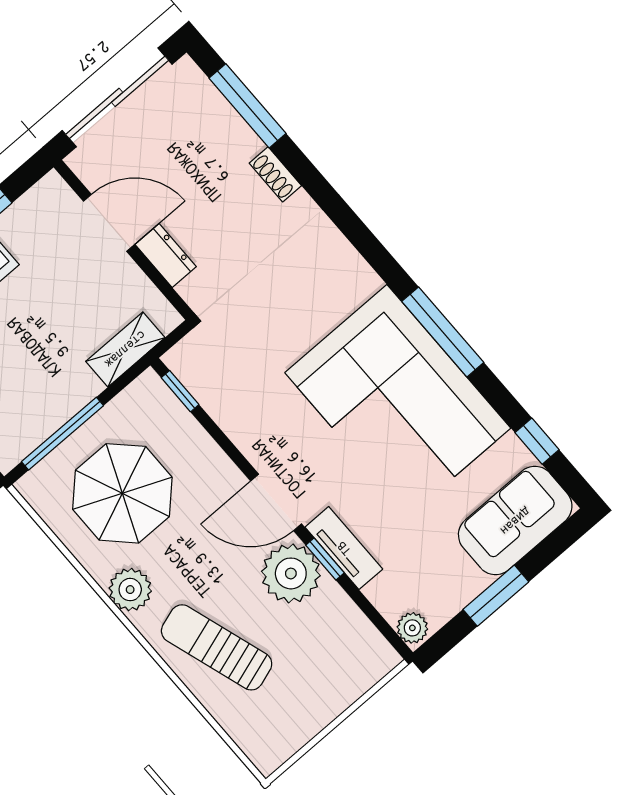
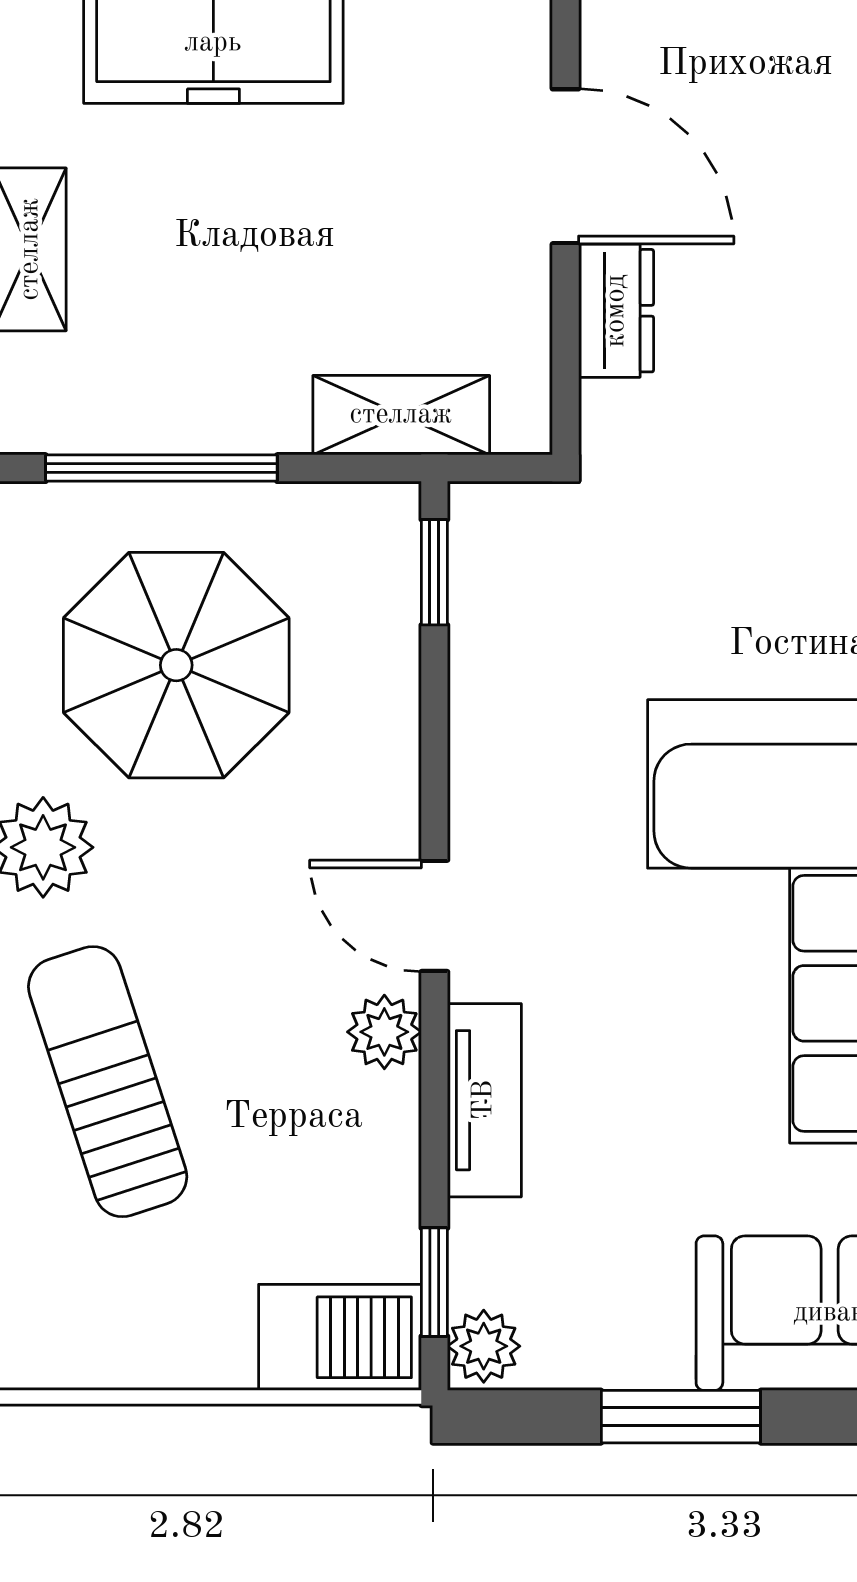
door: (276, 502) -> (434, 916), width x0.73
window: (325, 559) -> (434, 1282), moved
plant: (291, 573) -> (384, 1032), width x0.53, depth x0.53
barbecue: (363, 665) -> (340, 1337), added

